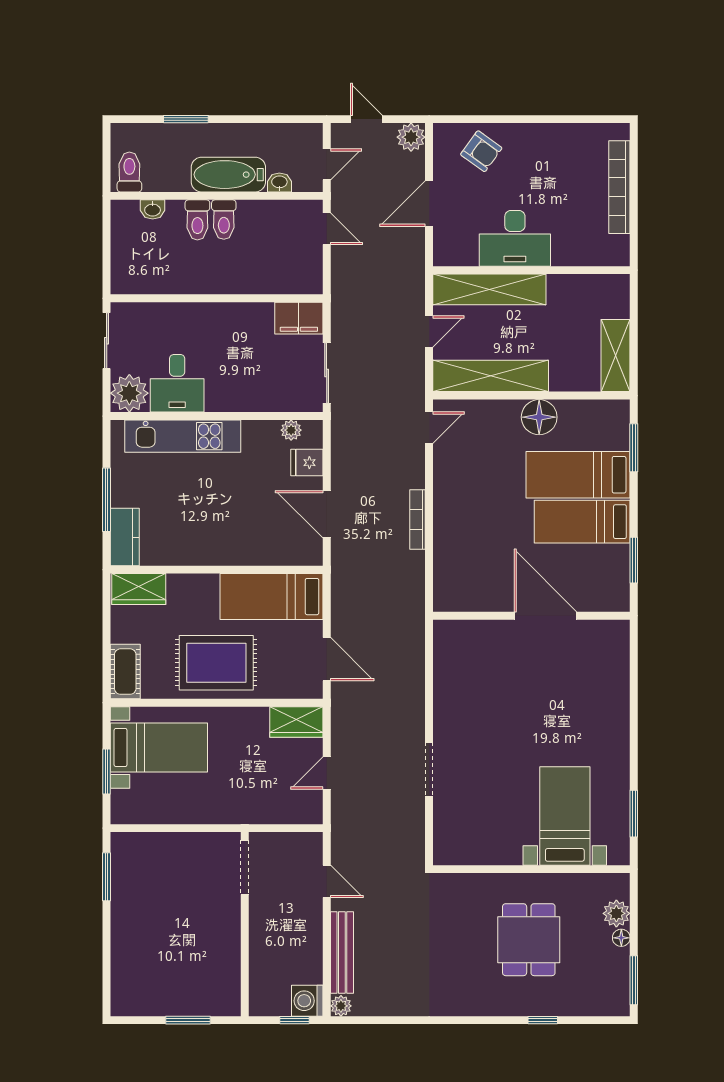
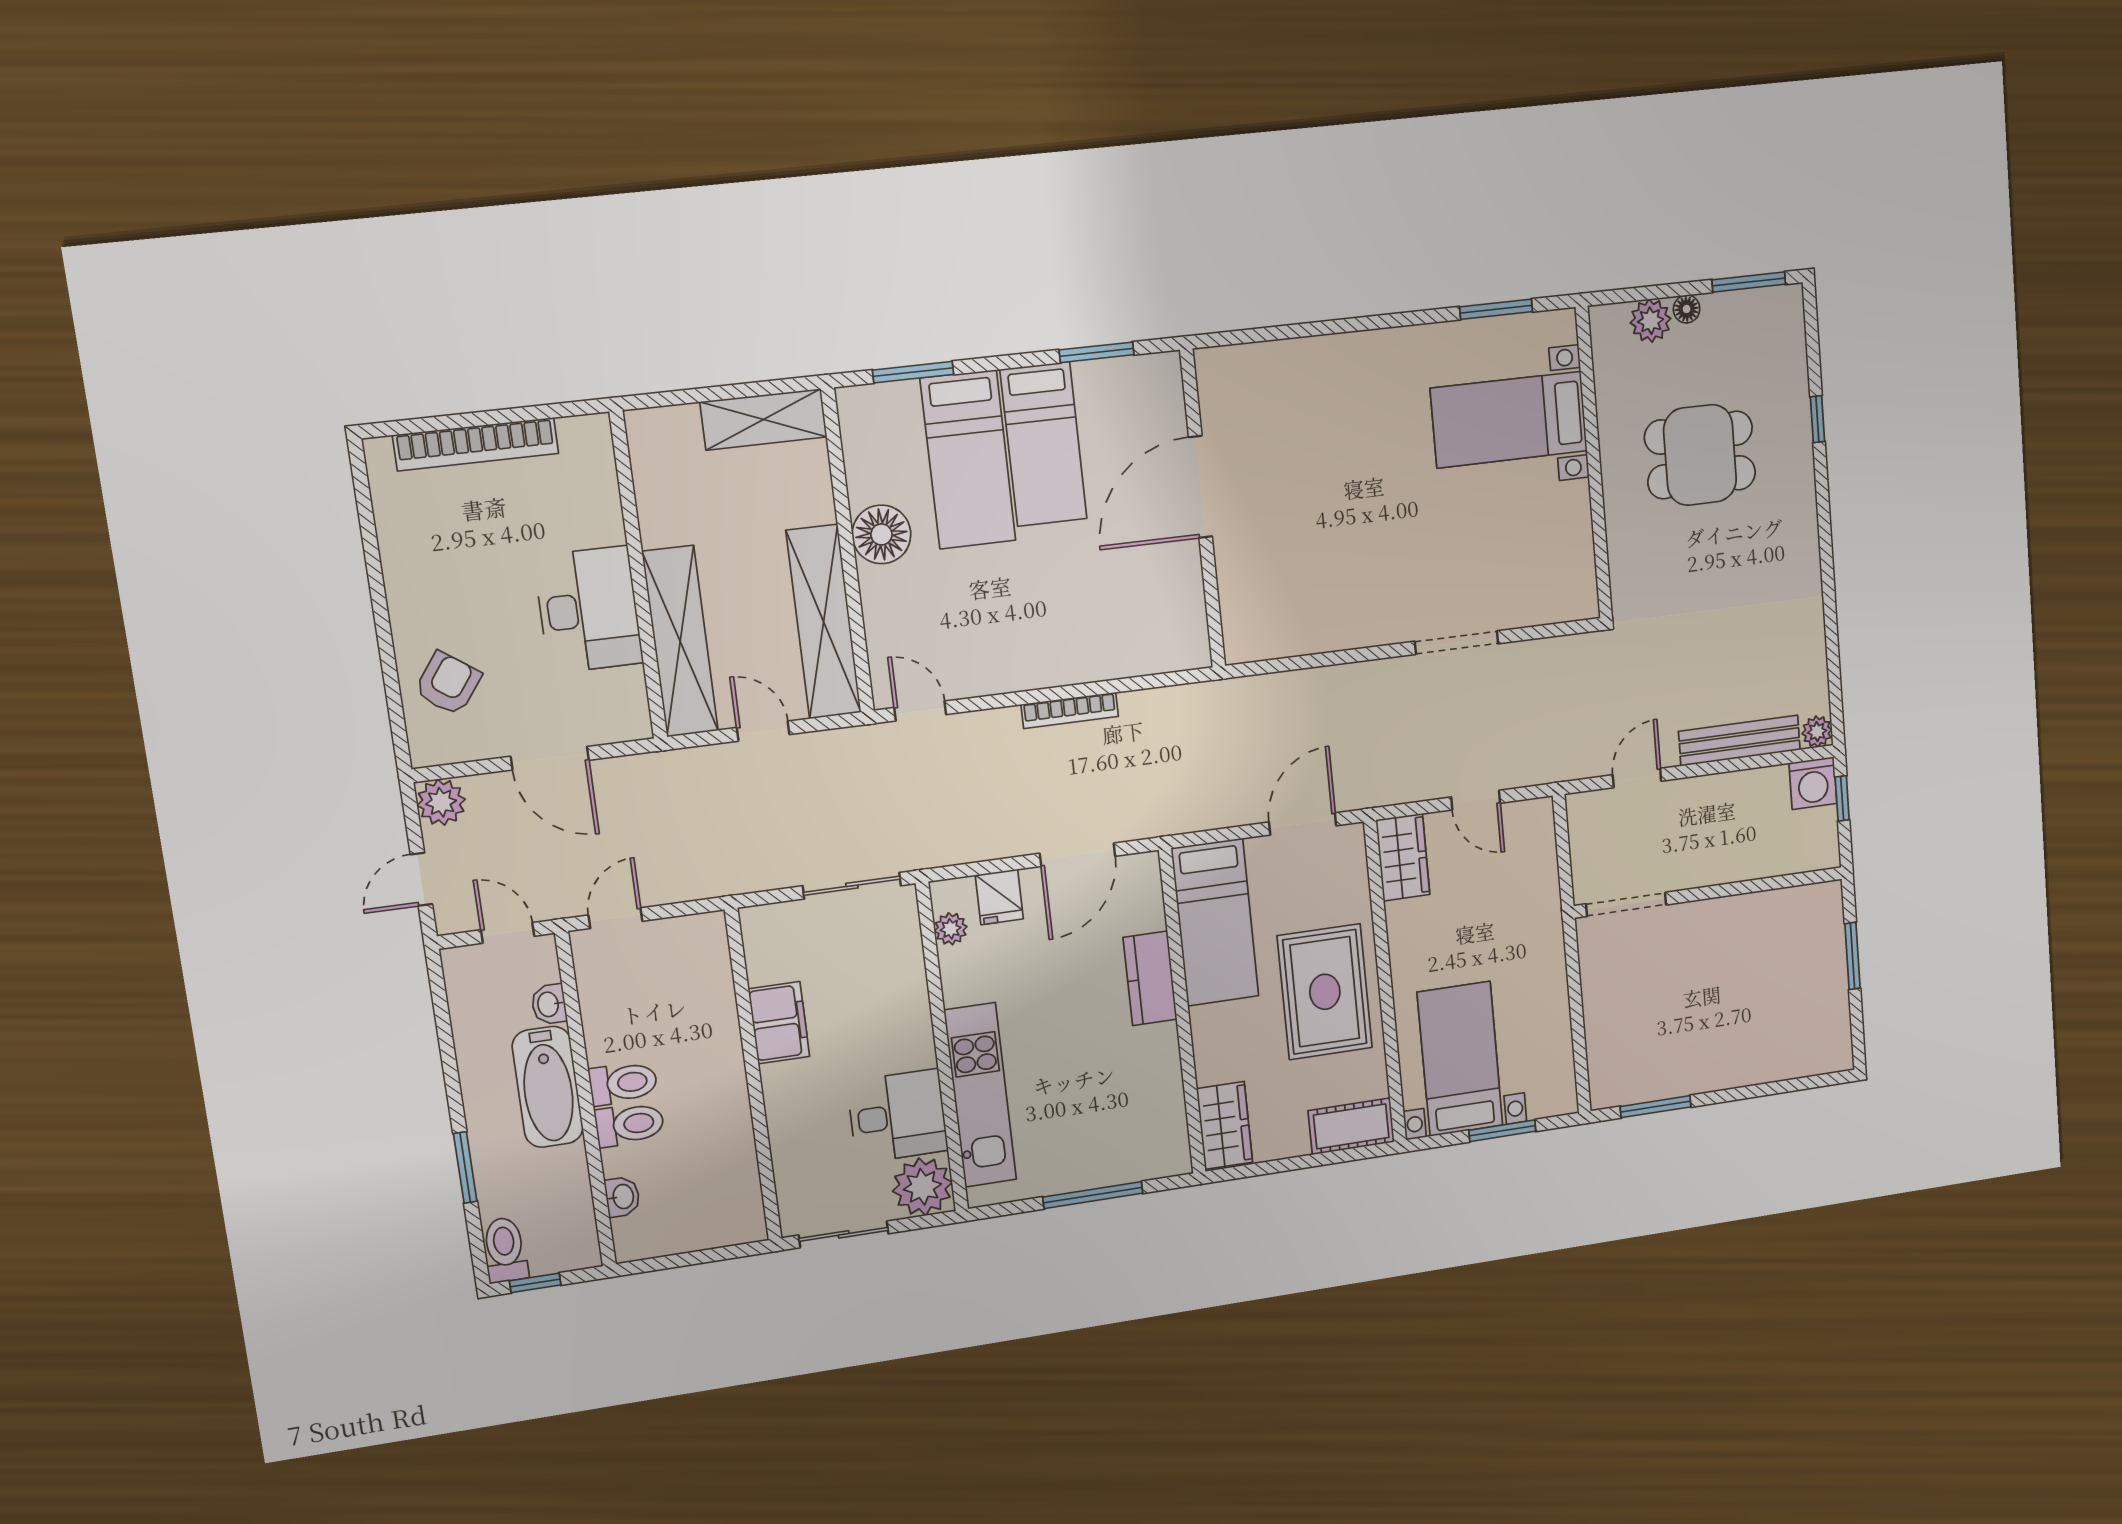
window: (107, 150) -> (535, 1283), added
toilet: (129, 172) -> (505, 1250), moved, turned 90
filing cabinet: (299, 318) -> (779, 1023), moved
kitchen counter: (125, 537) -> (1150, 978), moved, turned -90

